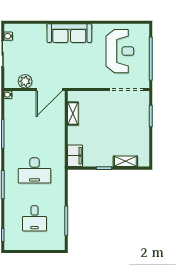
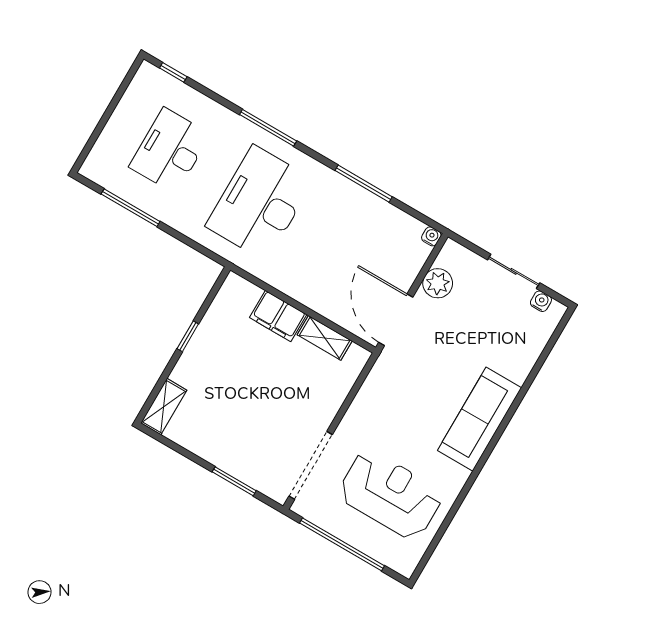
reception desk: (120, 51) -> (390, 495), turned 180
filing cabinet: (75, 156) -> (278, 316), moved
shelving: (125, 161) -> (164, 407), moved
desk: (34, 170) -> (260, 203), width x1.36, depth x1.30
desk: (34, 218) -> (170, 151), width x1.37

